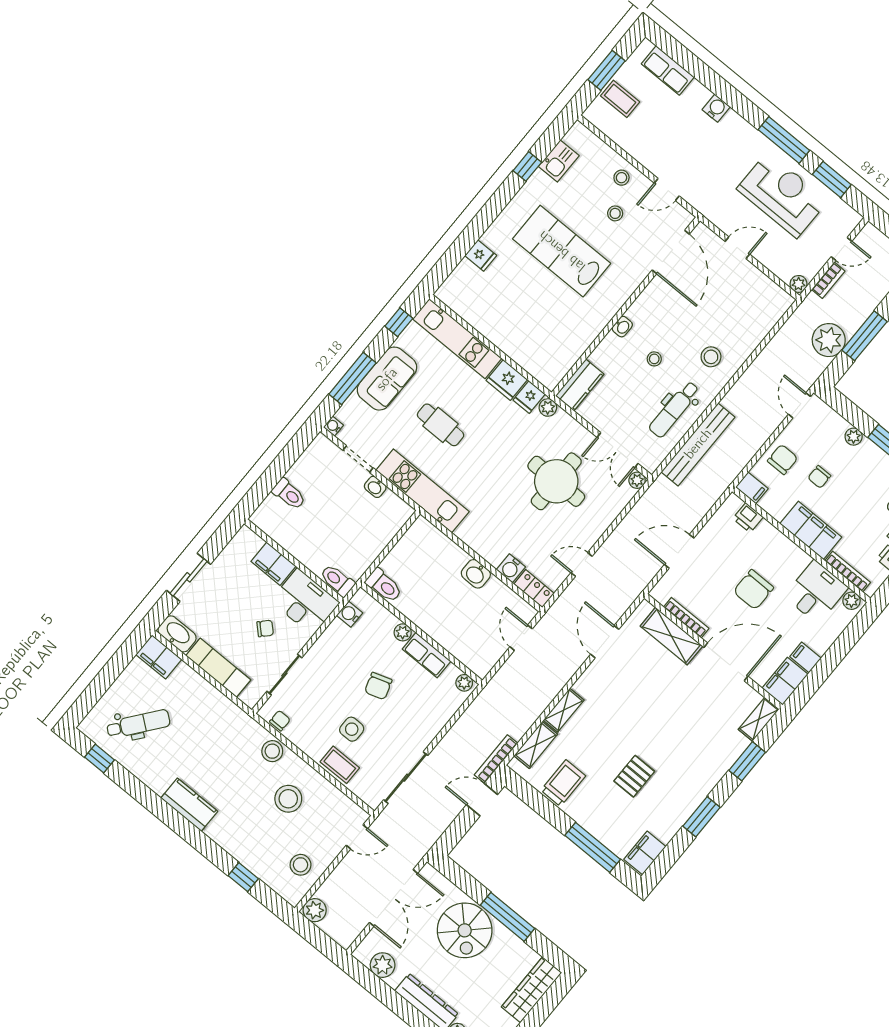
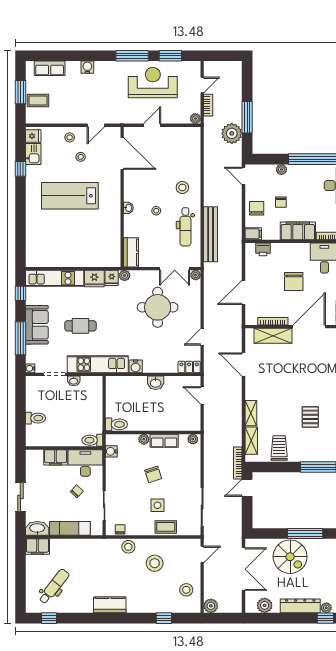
fridge: (481, 256) -> (33, 136), moved
water cooler: (511, 568) -> (136, 366), moved

